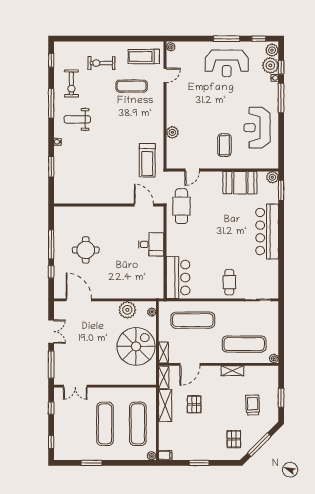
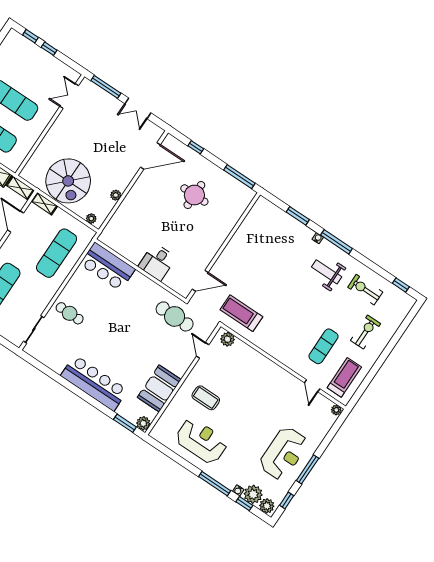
reception desk: (227, 63) -> (284, 453), turned 180
window: (51, 103) -> (337, 242), moved
weight bench: (77, 119) -> (327, 272), turned -90
plant: (172, 132) -> (228, 339), moved
window: (51, 244) -> (239, 177), moved
plant: (127, 310) -> (116, 195), width x0.53, depth x0.53
window: (51, 408) -> (49, 49), moved

